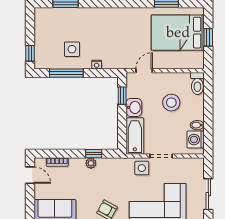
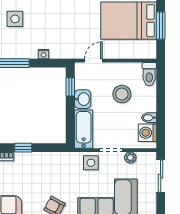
window: (208, 37) -> (161, 26), width x1.50
side table: (72, 49) -> (15, 19), moved
window: (94, 154) -> (23, 148), moved
plant: (91, 163) -> (130, 158), moved
sliding door: (208, 194) -> (161, 176), moved

